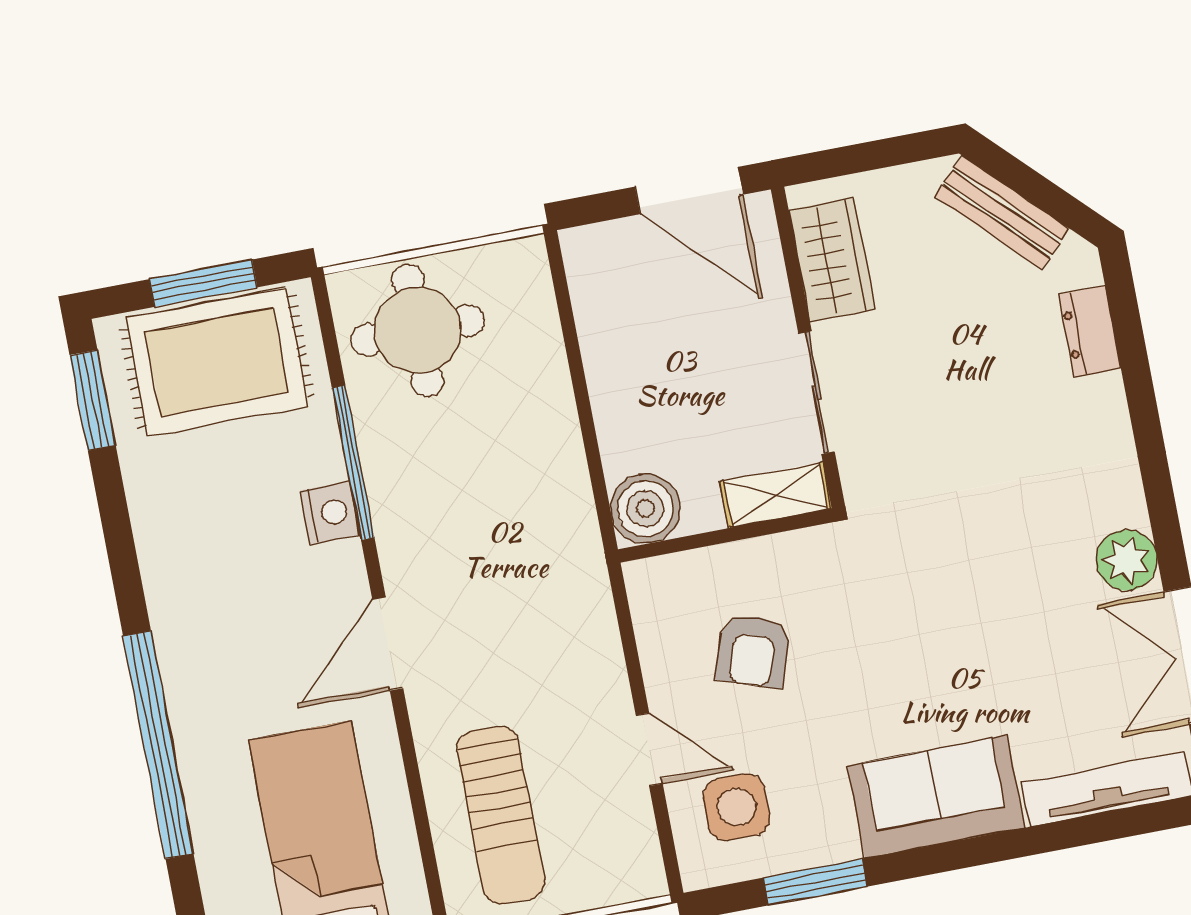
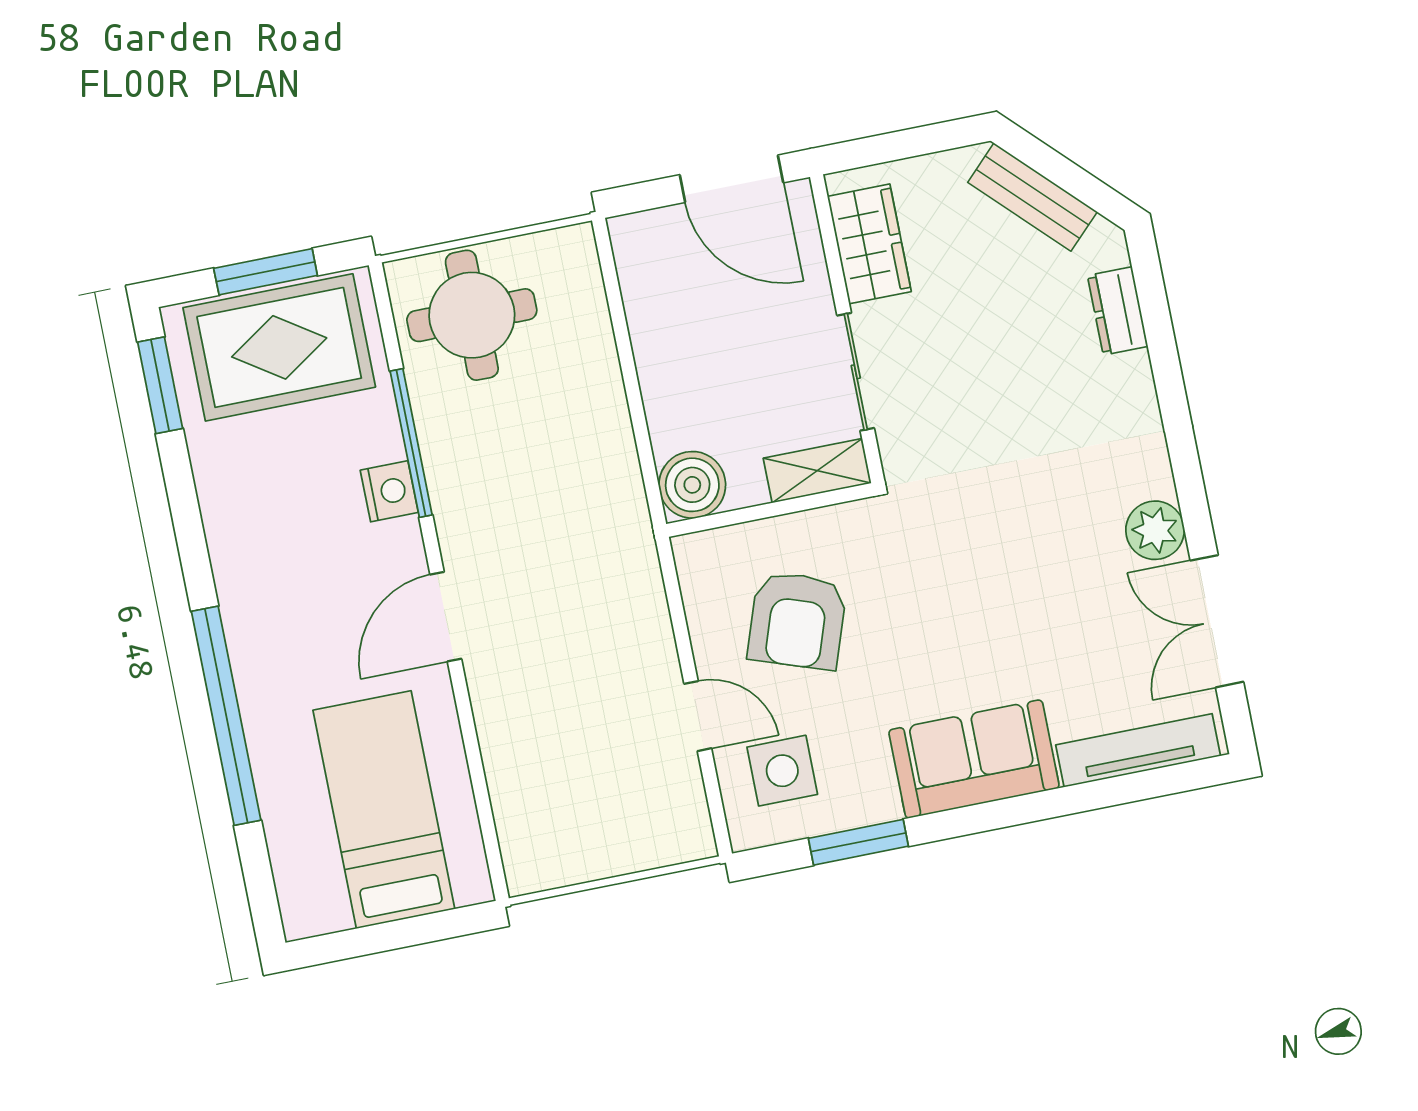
armchair: (753, 651) -> (797, 620), width x1.38, depth x1.38
sun lounger: (501, 815) -> (556, 781), removed

